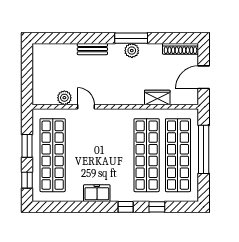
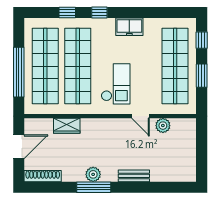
checkout: (110, 138) -> (116, 84), added

